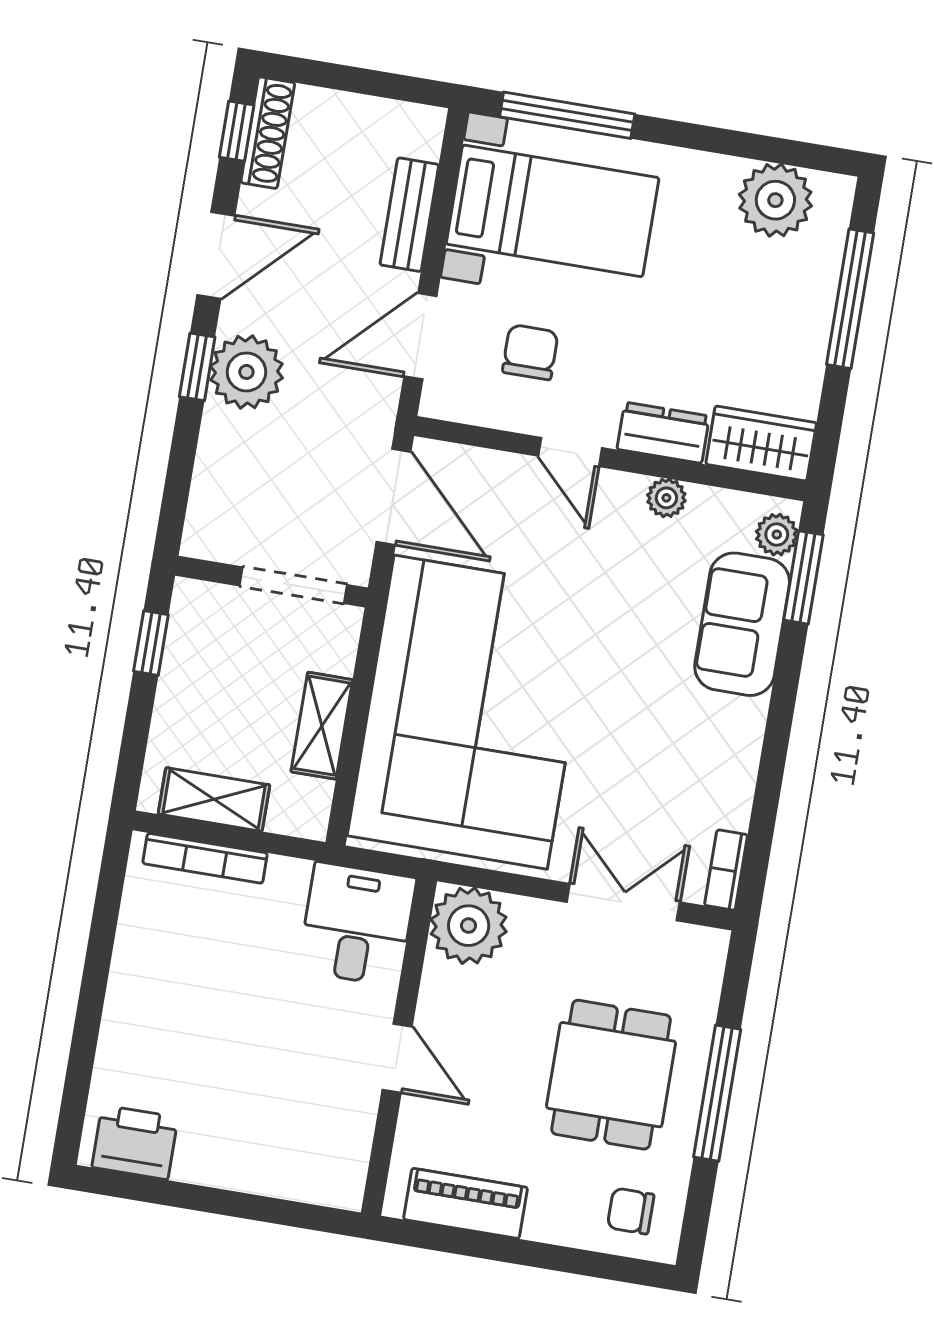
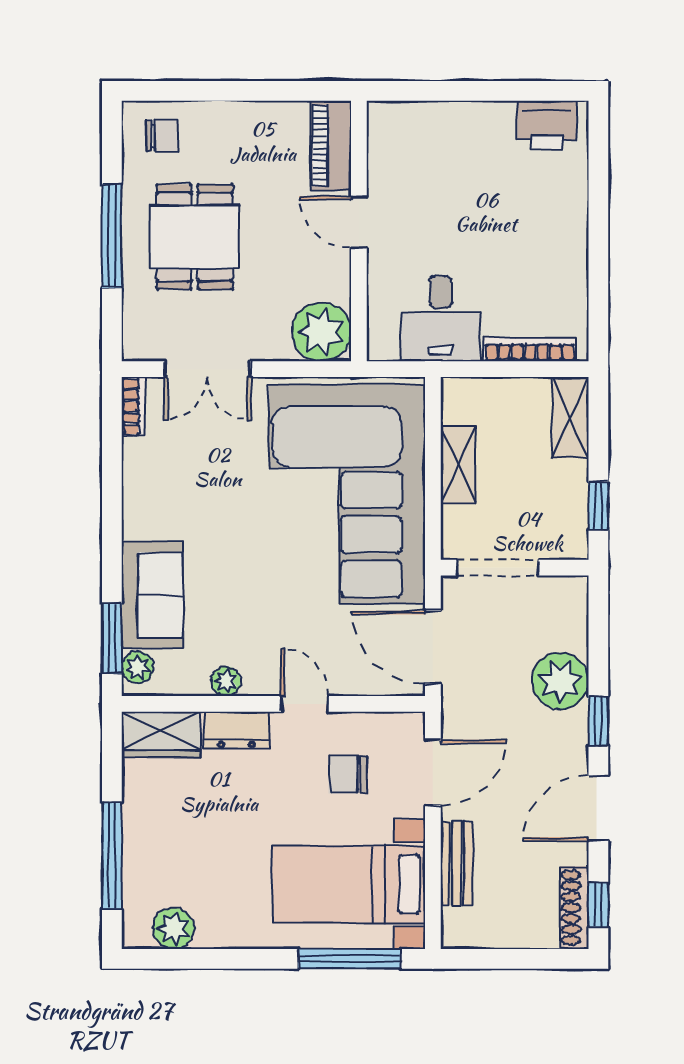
plant: (775, 200) -> (173, 928), width x0.73, depth x0.73
chair: (530, 352) -> (348, 774), turned 90
plant: (246, 372) -> (560, 681), moved
shelving: (214, 799) -> (570, 417), moved, turned 90
desk: (357, 924) -> (441, 319), moved
piano: (465, 1203) -> (331, 146), moved, turned 90

